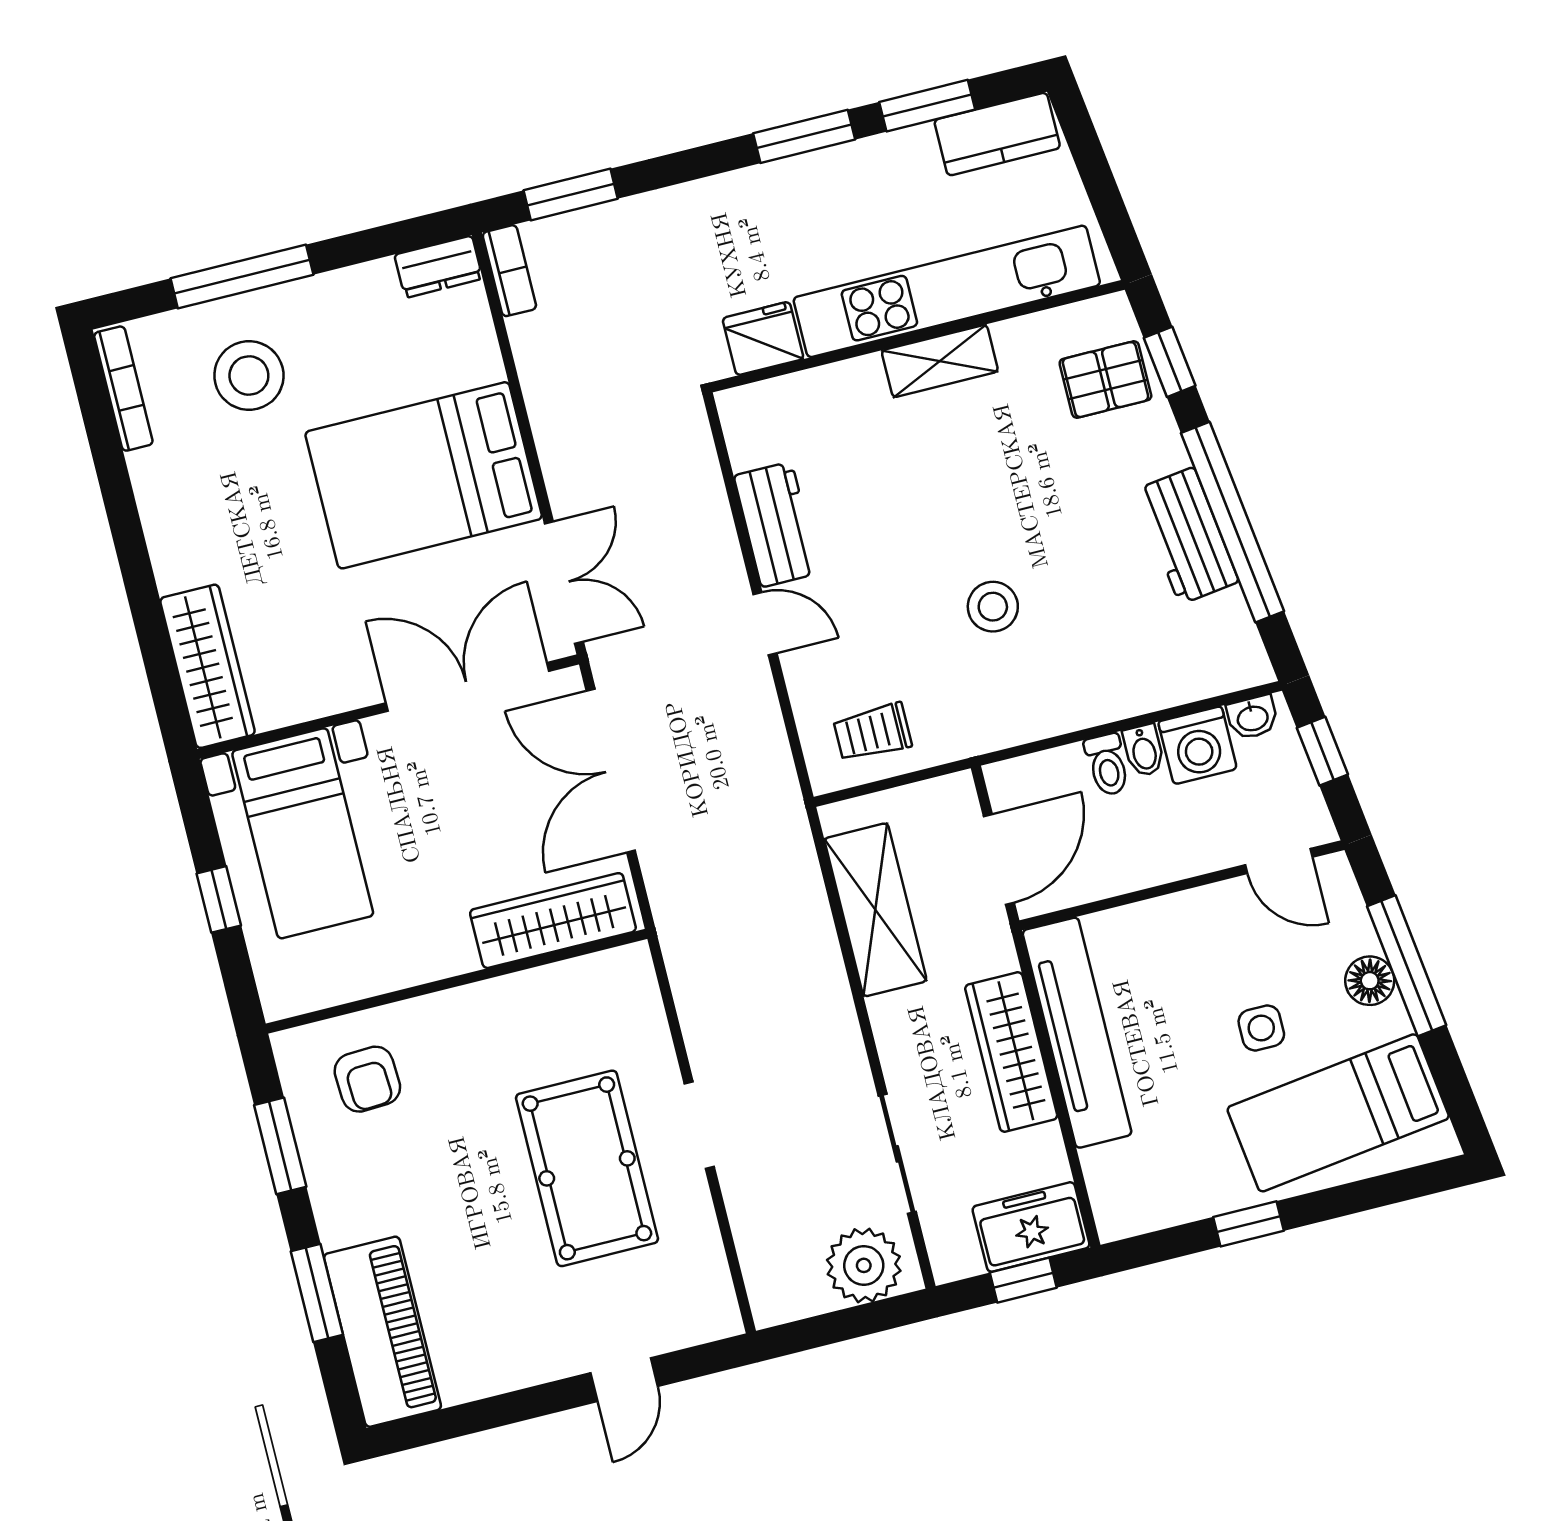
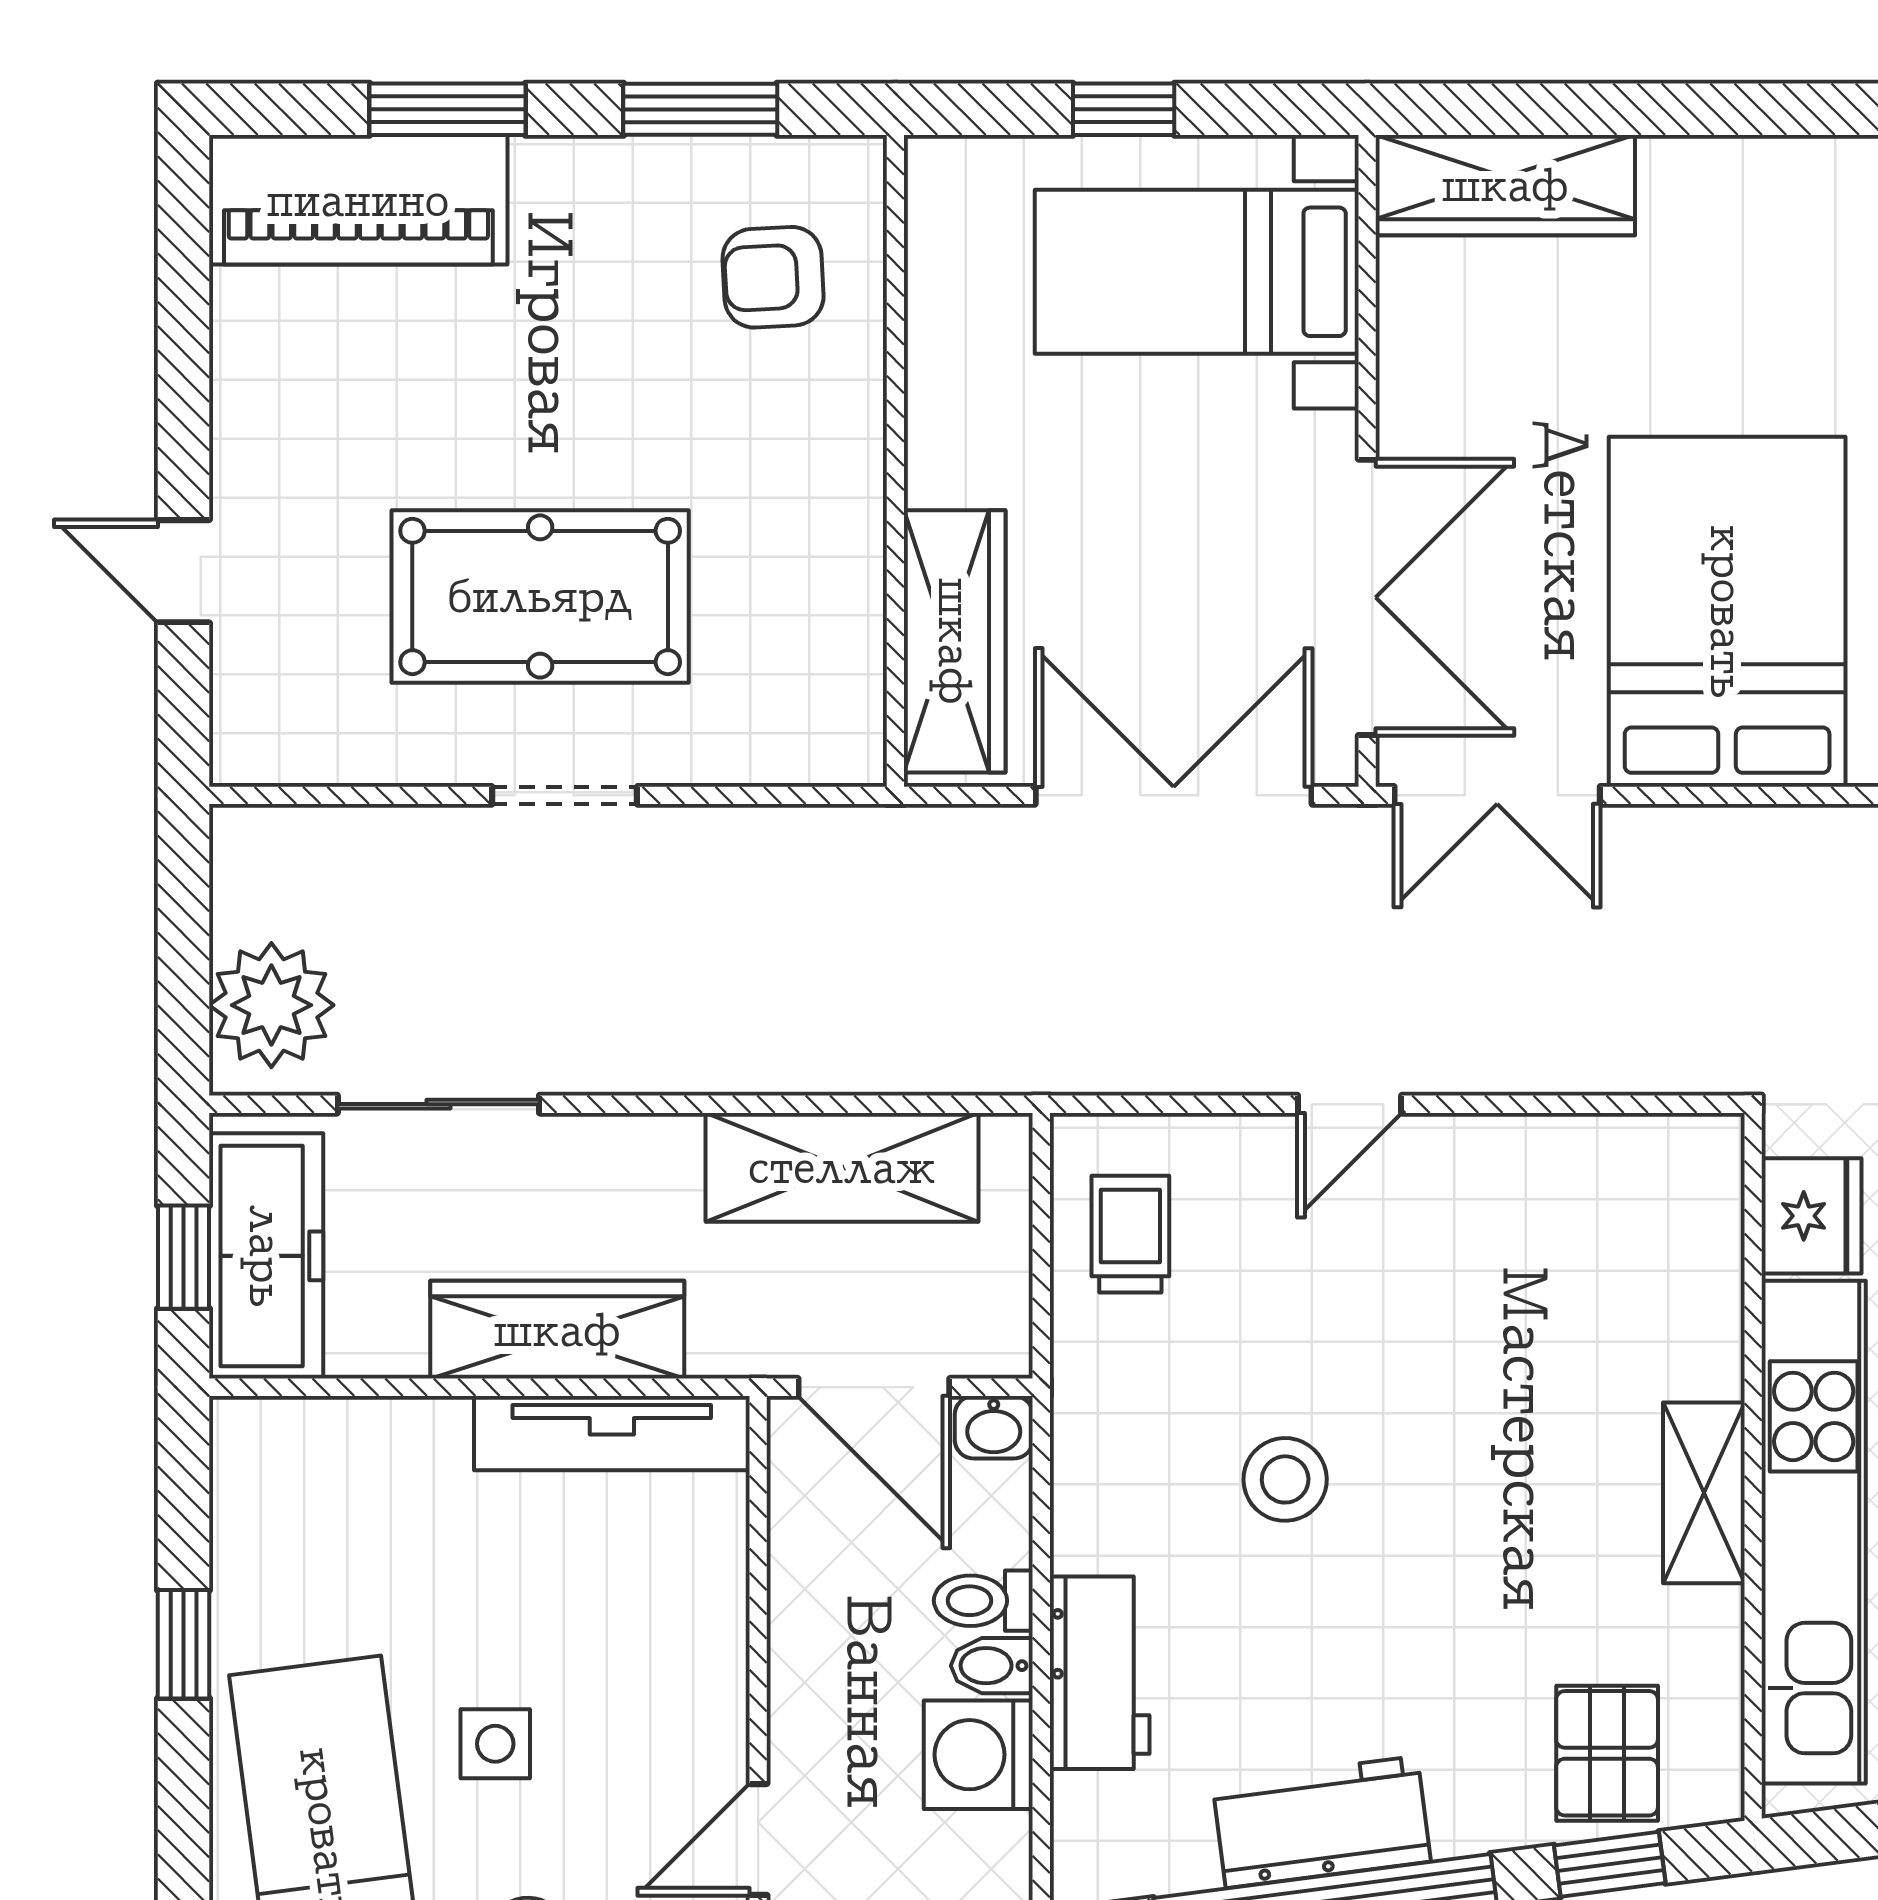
workbench: (776, 524) -> (1100, 1673), moved, turned -90
washbasin: (1252, 717) -> (994, 1427), moved, turned -90
tv unit: (1077, 1033) -> (612, 1433), width x0.73, depth x0.78
freezer: (1031, 1227) -> (266, 1256), width x1.40

